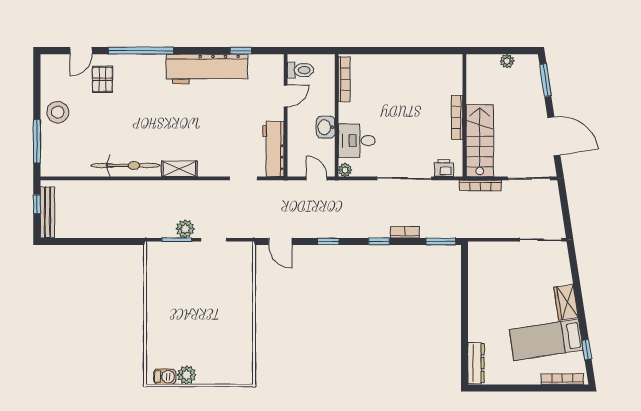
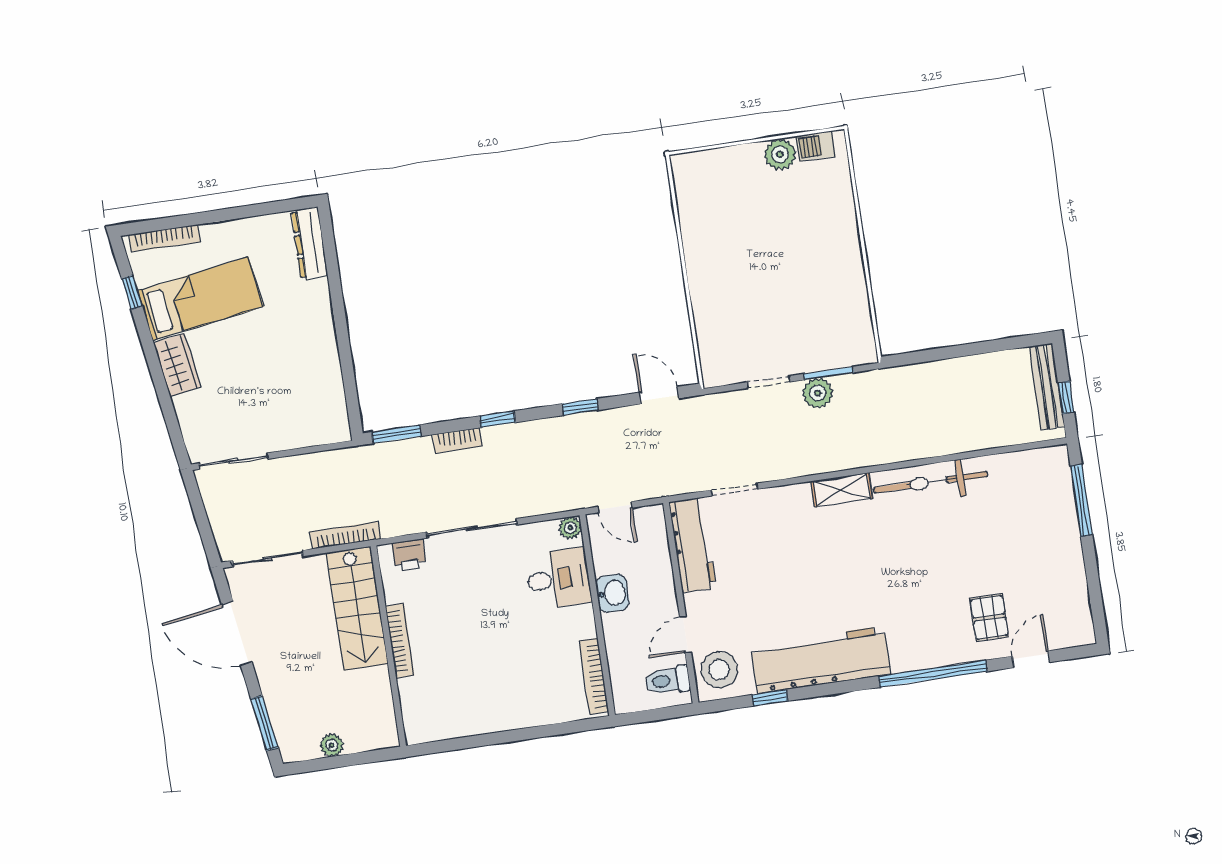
stool: (58, 112) -> (719, 670), moved

